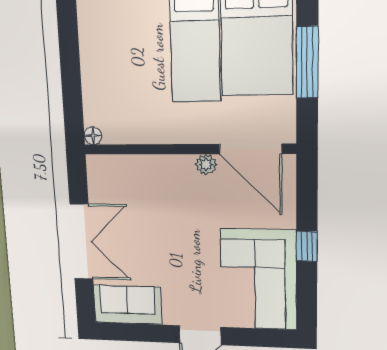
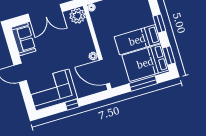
door: (250, 149) -> (104, 72), hinge flipped
plant: (105, 173) -> (77, 16), added

